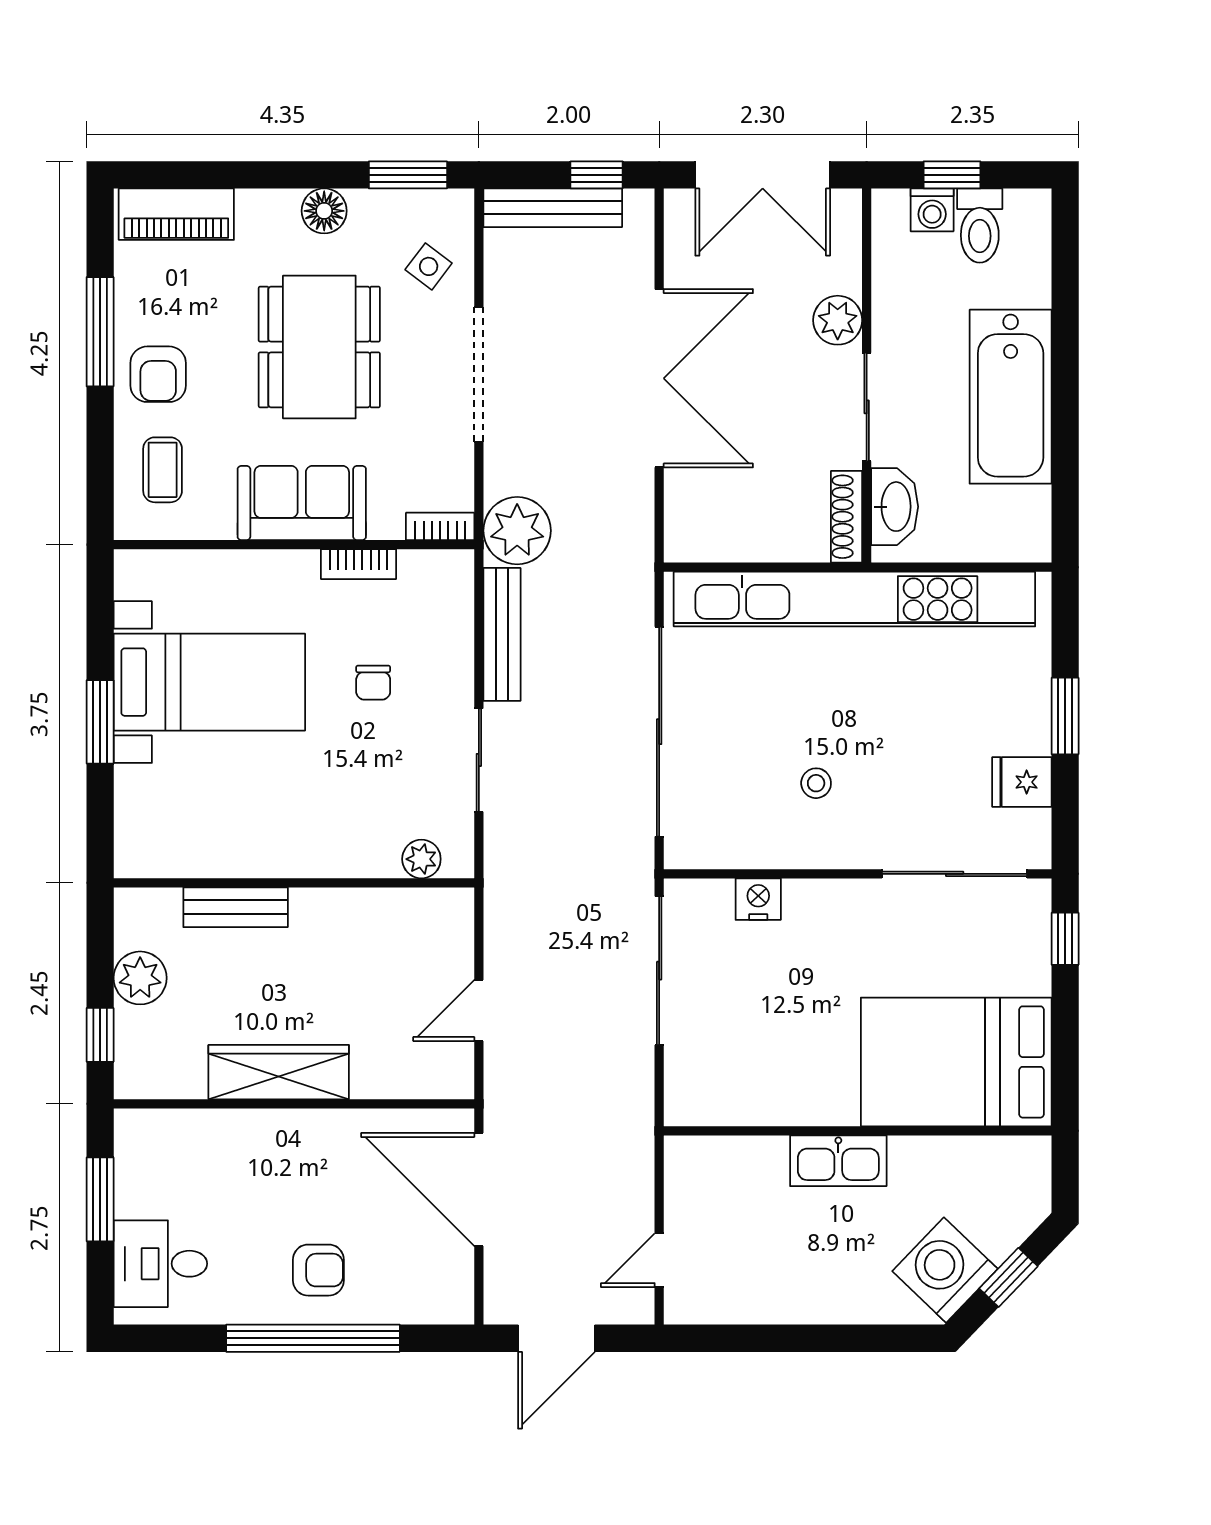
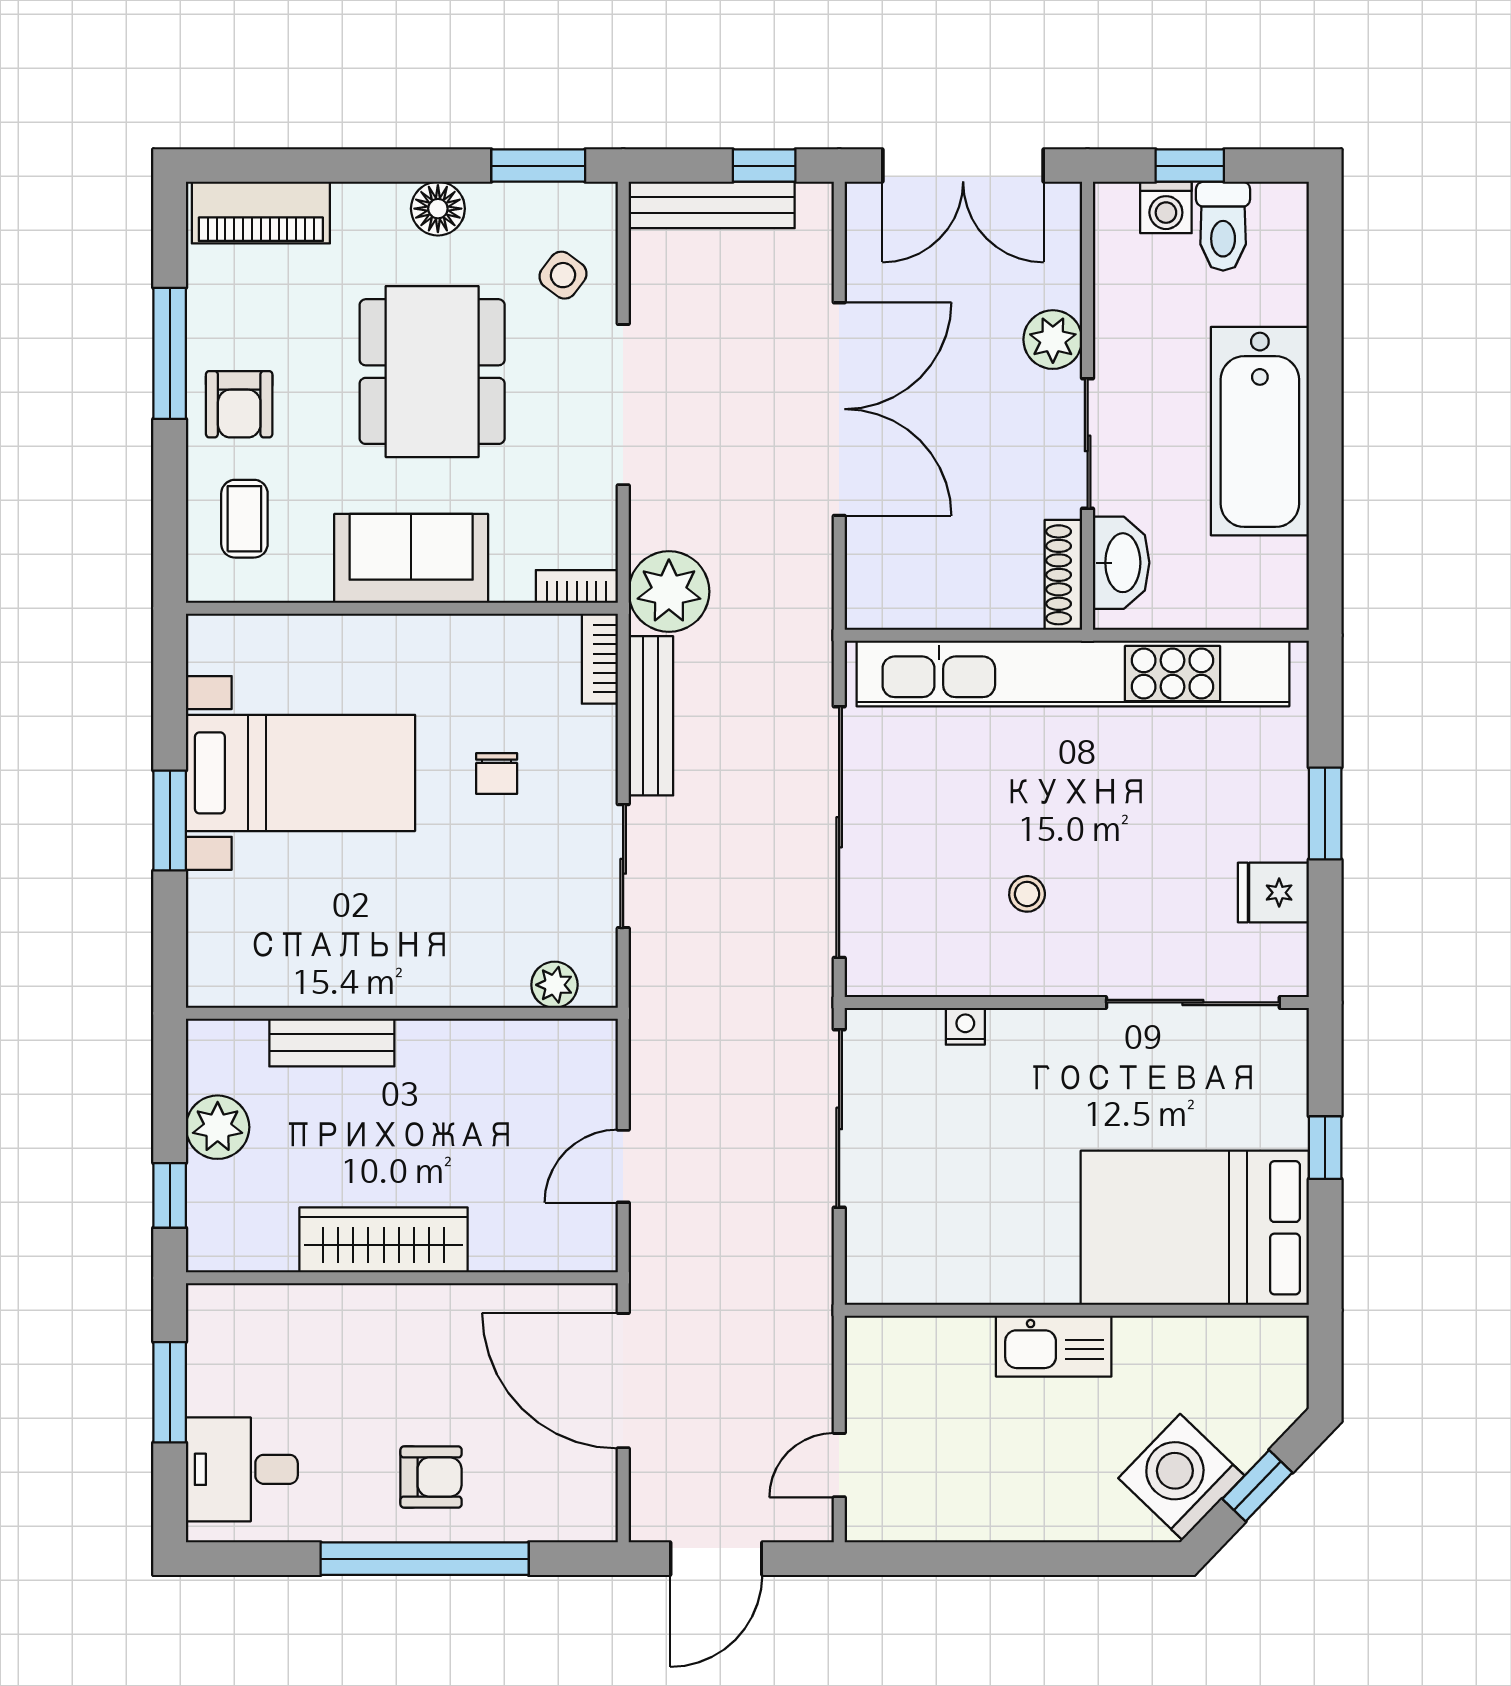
bookcase: (358, 564) -> (600, 659), moved, turned 90
nightstand: (758, 899) -> (965, 1026), width x0.72, depth x0.74
window: (1065, 939) -> (1325, 1148), moved

